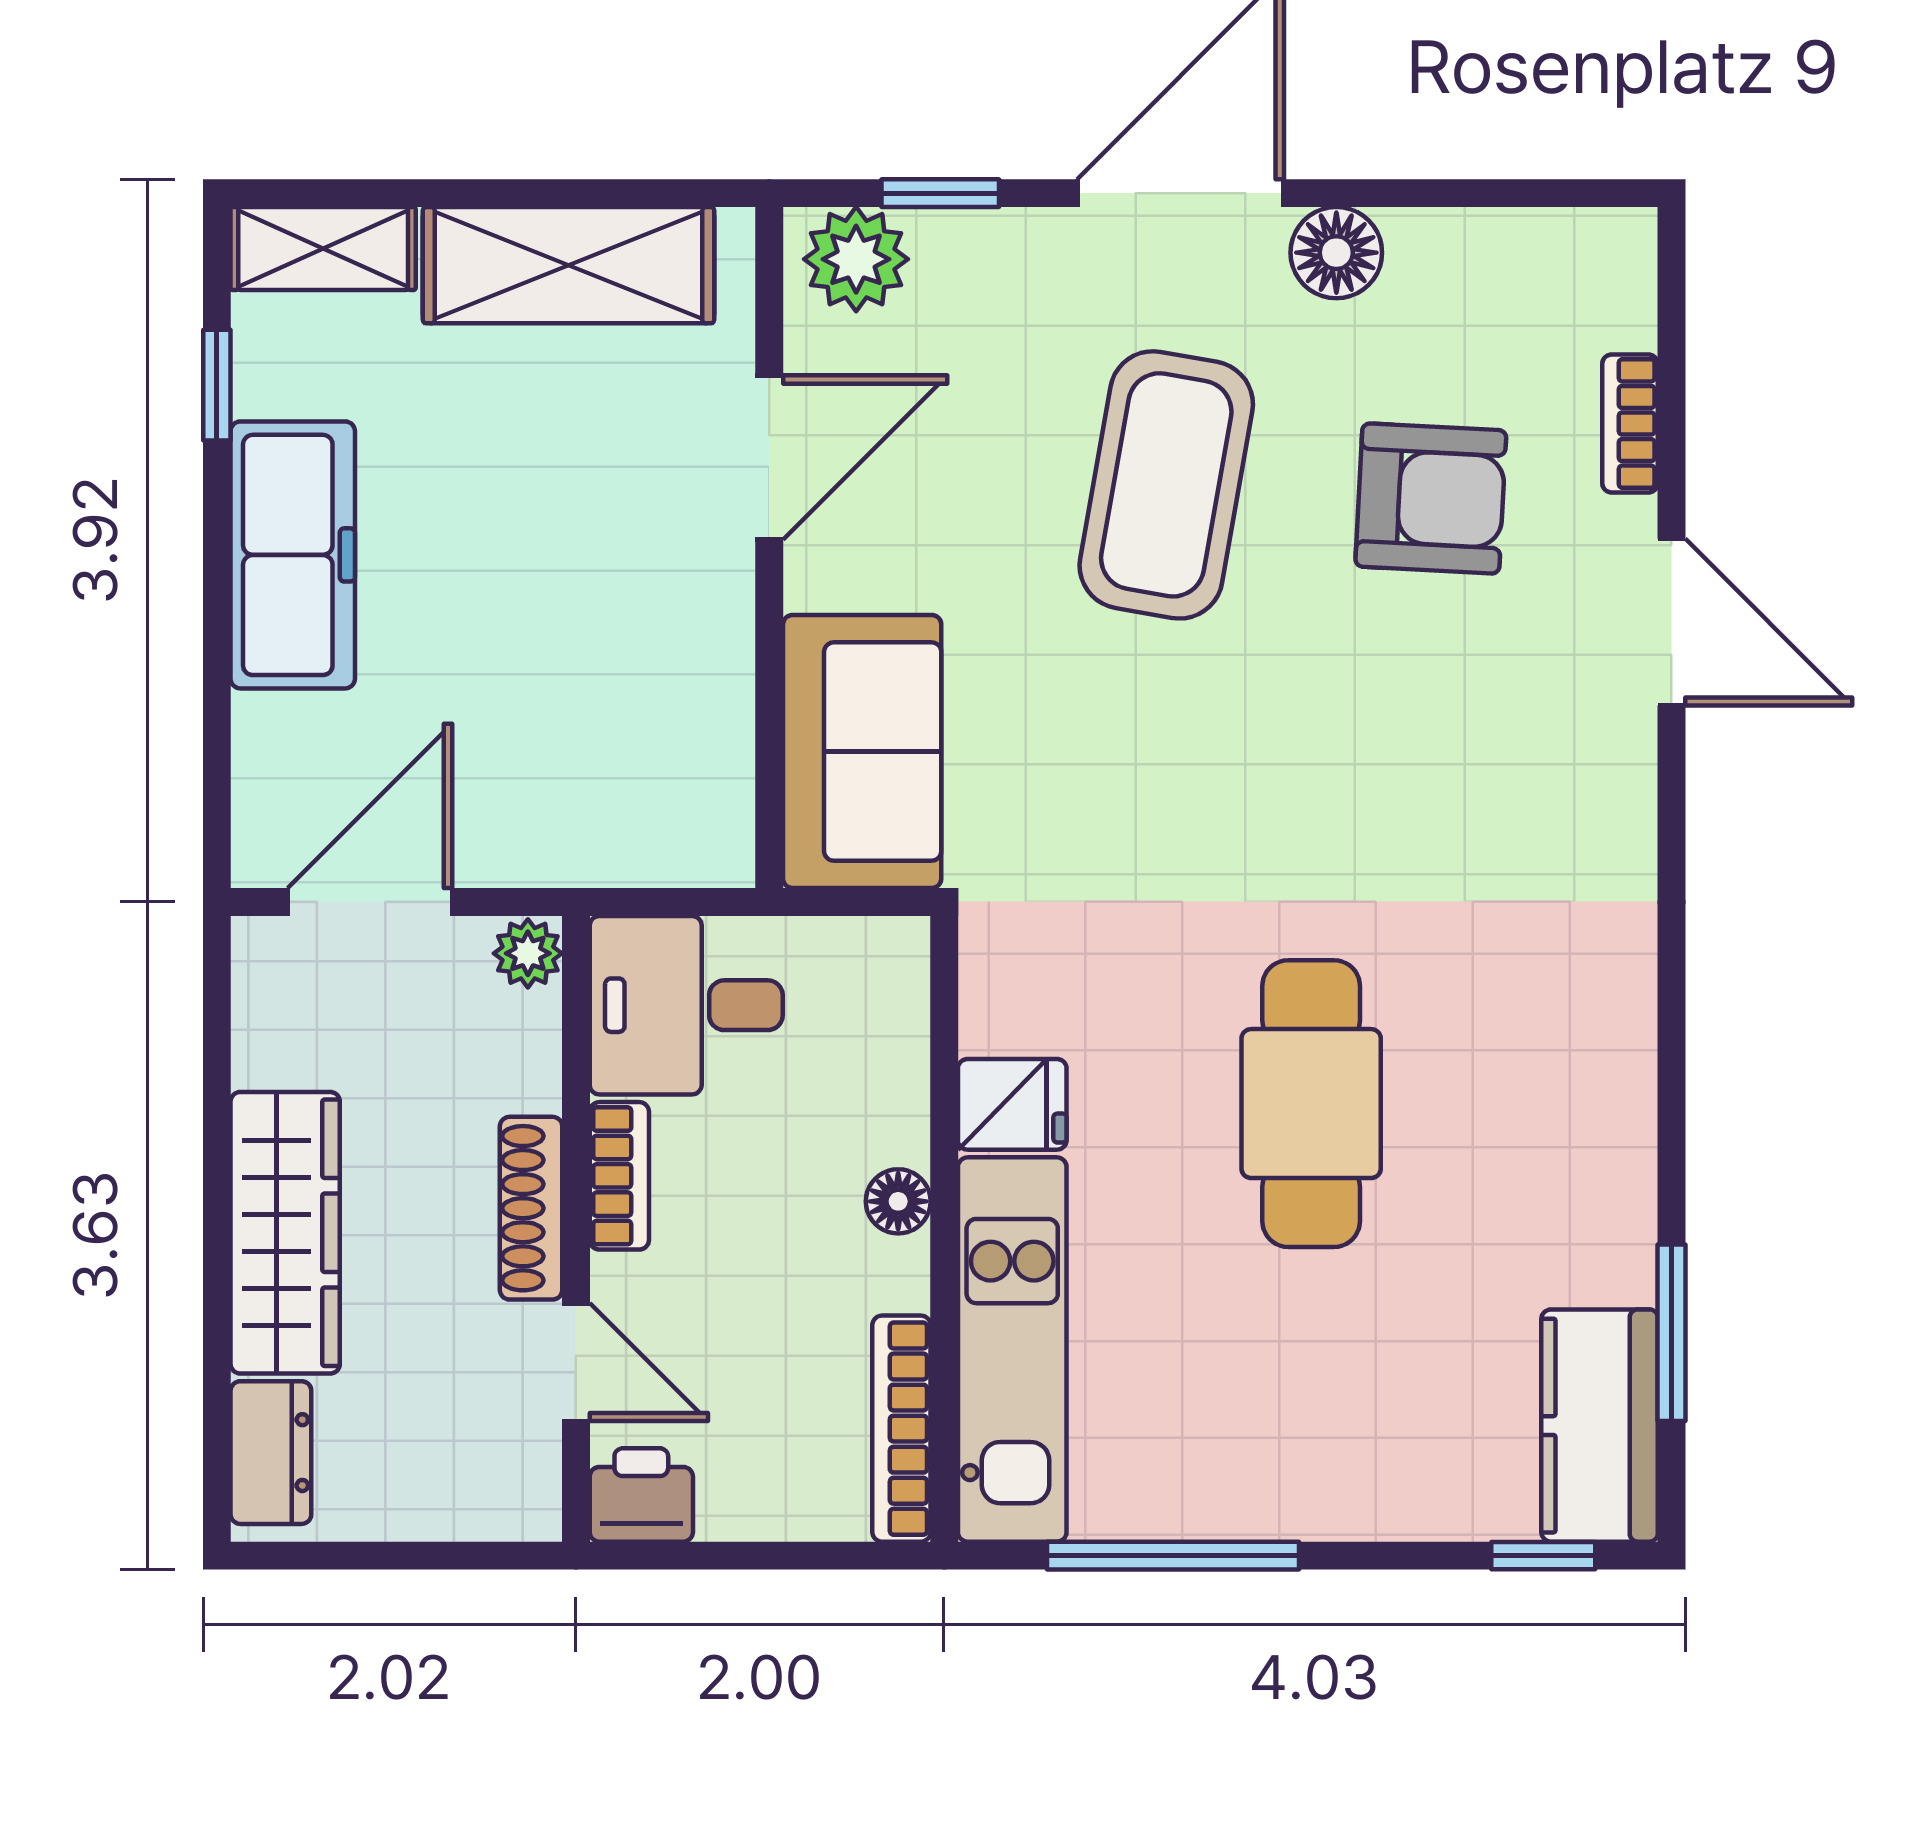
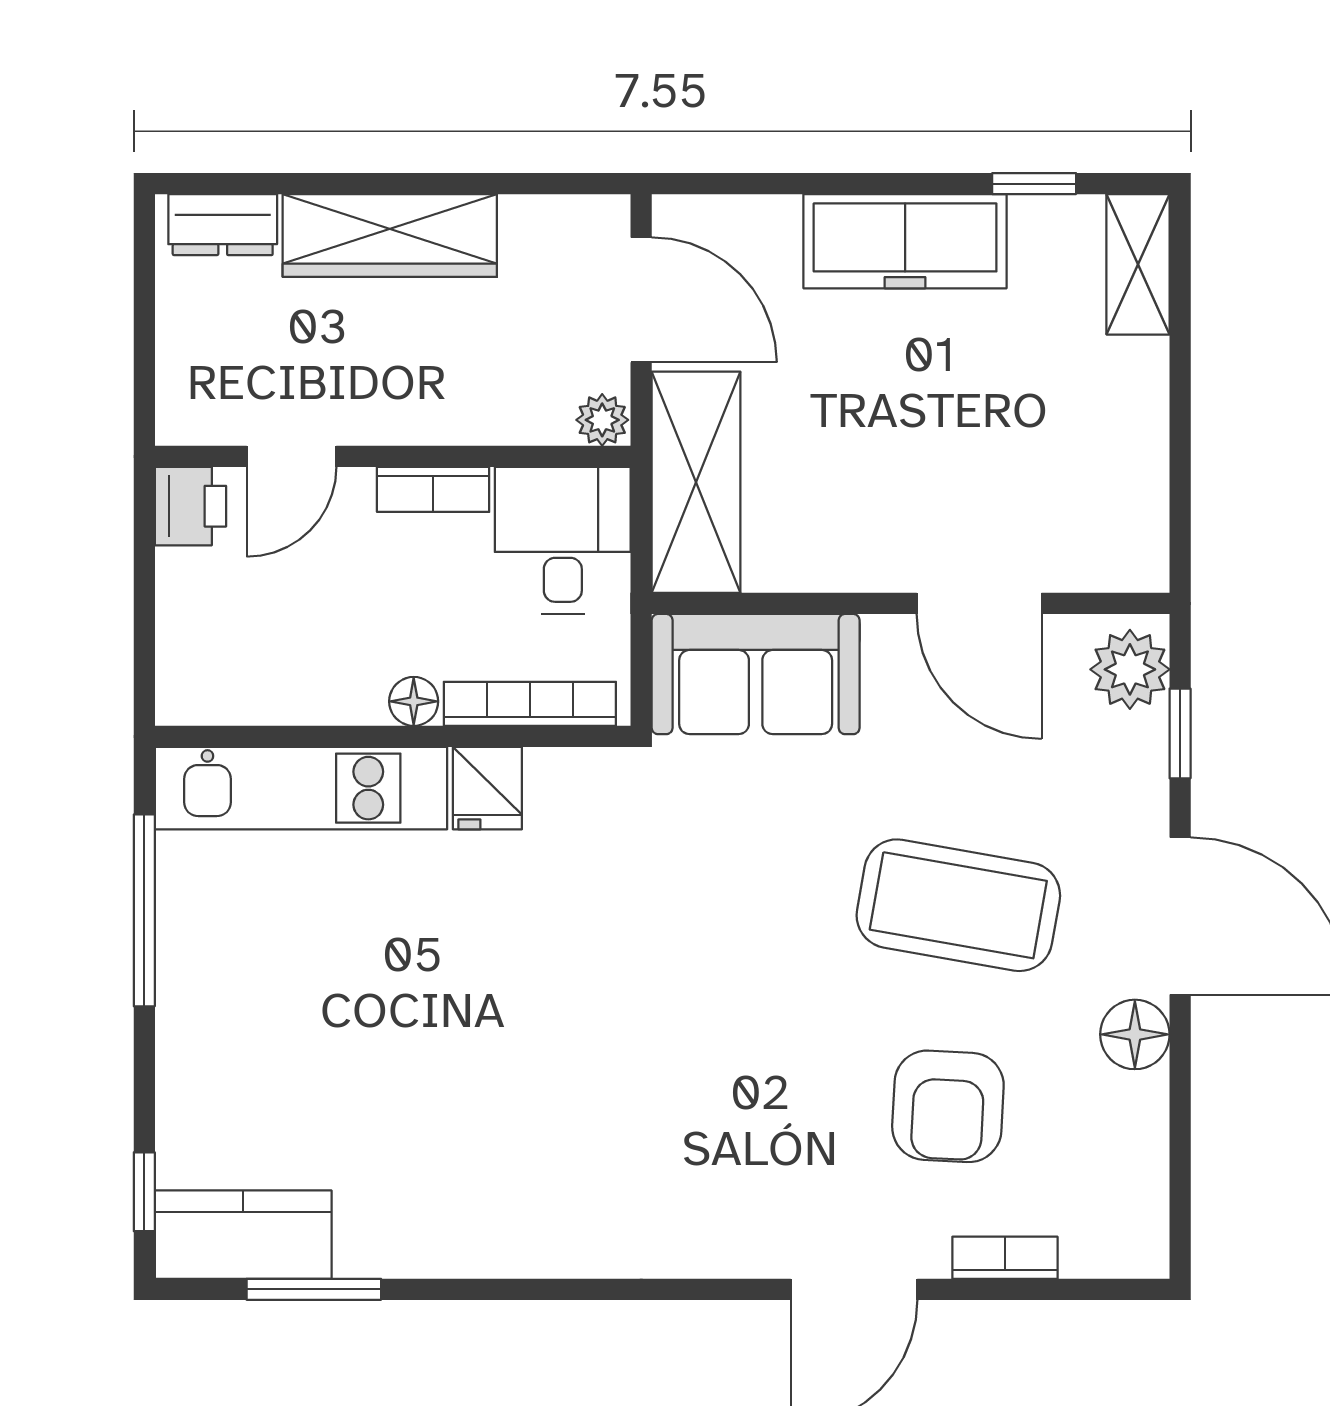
shelving: (569, 265) -> (696, 482), moved
cafe table: (1311, 1104) -> (488, 1015), removed
shoe rack: (531, 1208) -> (408, 422), removed
bookcase: (901, 1429) -> (530, 704), moved

